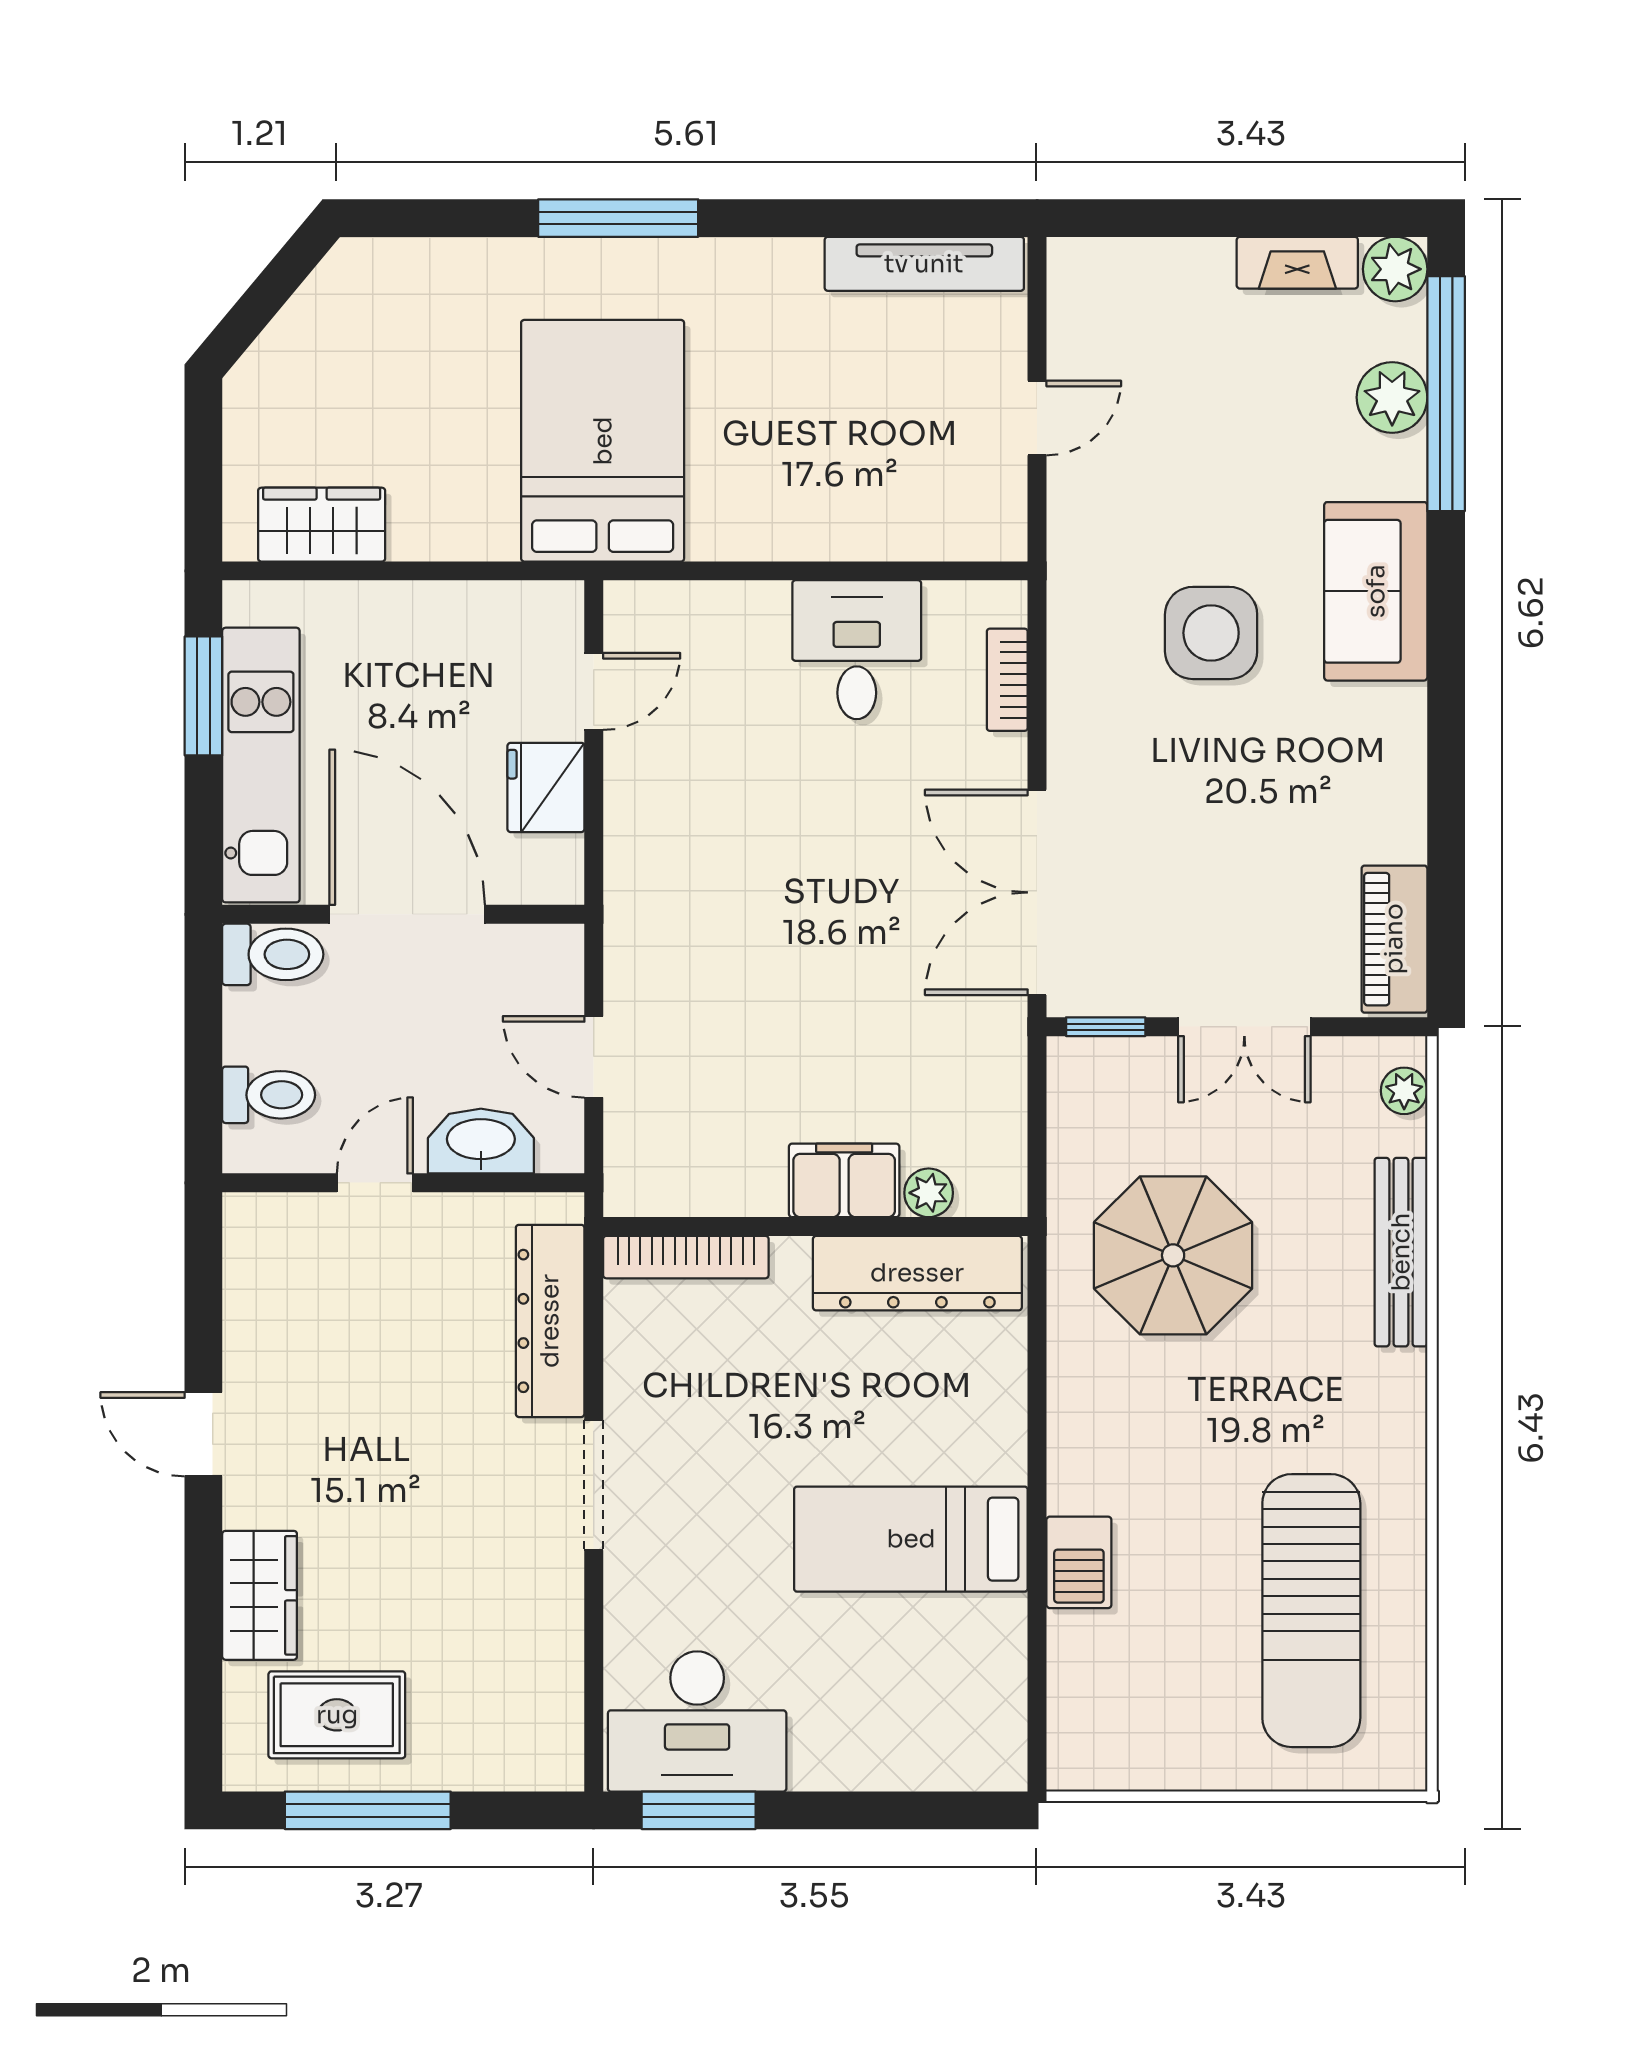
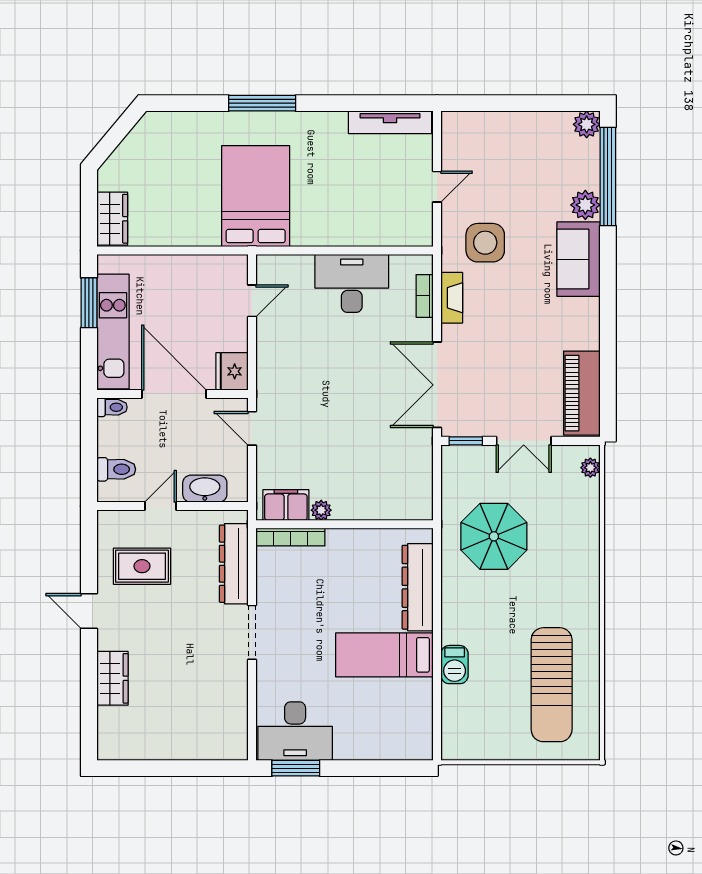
fireplace: (1297, 263) -> (452, 298), moved, turned -90
plant: (1392, 397) -> (585, 205), moved
wardrobe: (322, 525) -> (112, 219), moved, turned 90
side table: (1211, 633) -> (485, 243), moved
desk: (857, 650) -> (352, 283), width x1.37
fridge: (546, 787) -> (232, 371), moved
piano: (1394, 939) -> (582, 393), width x1.37, depth x1.33
toilet: (273, 954) -> (112, 407), width x0.73, depth x0.72
door: (594, 1057) -> (252, 428), moved
filing cabinet: (844, 1180) -> (286, 505), moved
plant: (929, 1193) -> (321, 510), moved
bench: (1401, 1252) -> (589, 535), removed
dresser: (917, 1273) -> (418, 587), moved, turned 90
rug: (337, 1715) -> (142, 566), moved
window: (368, 1810) -> (158, 768), removed

